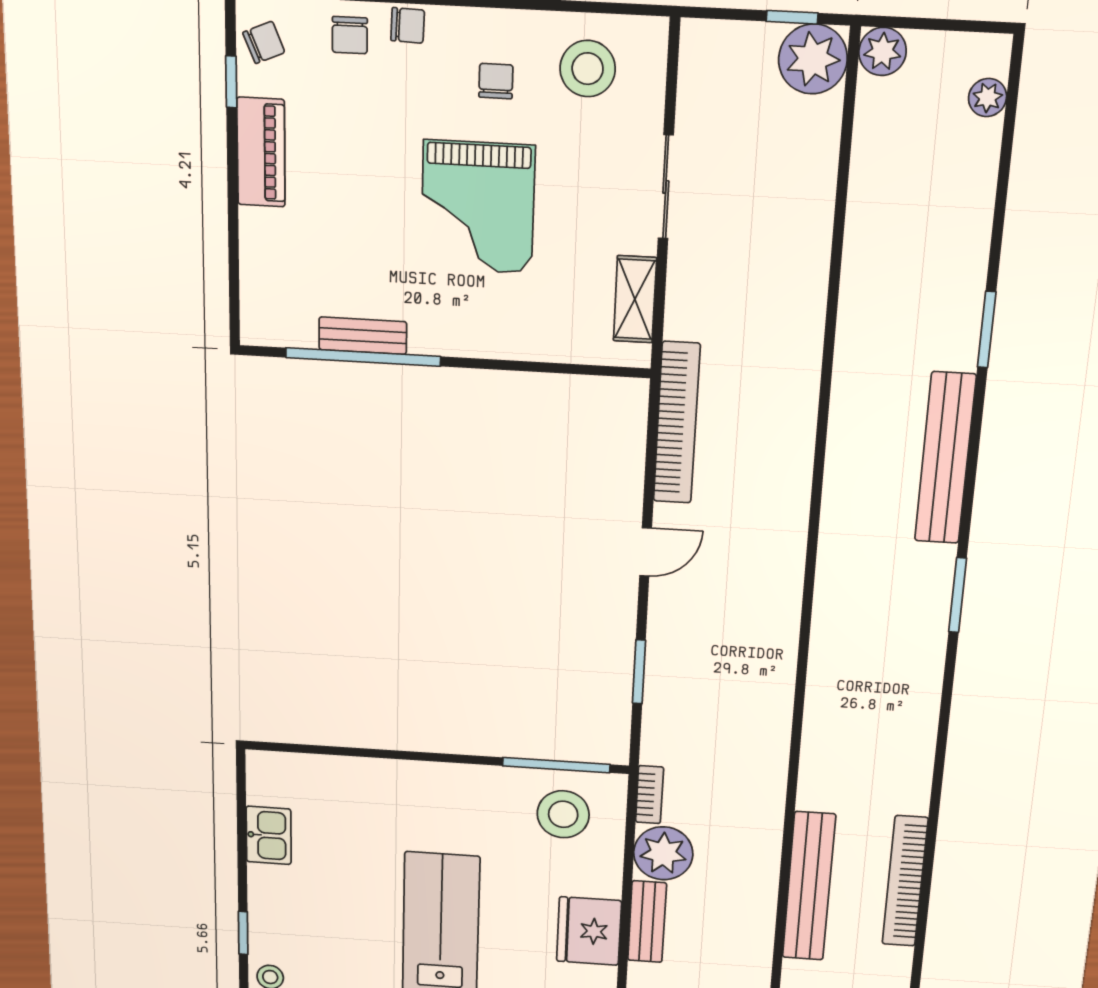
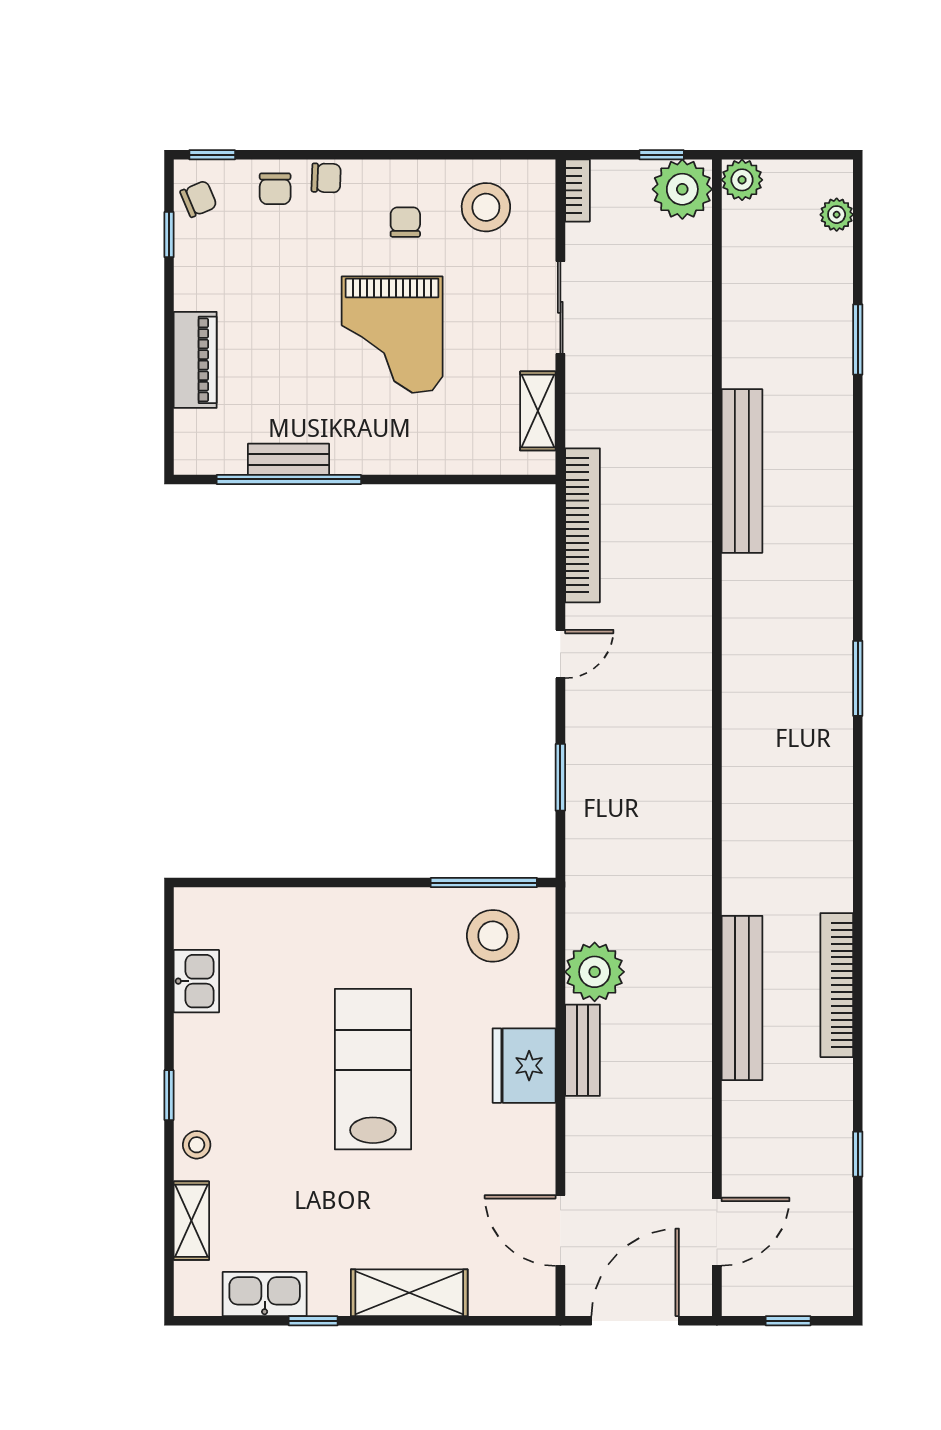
piano: (261, 152) -> (195, 360), moved
window: (987, 330) -> (858, 339), moved
bench: (945, 458) -> (742, 471), moved
bookcase: (650, 795) -> (577, 190), moved

